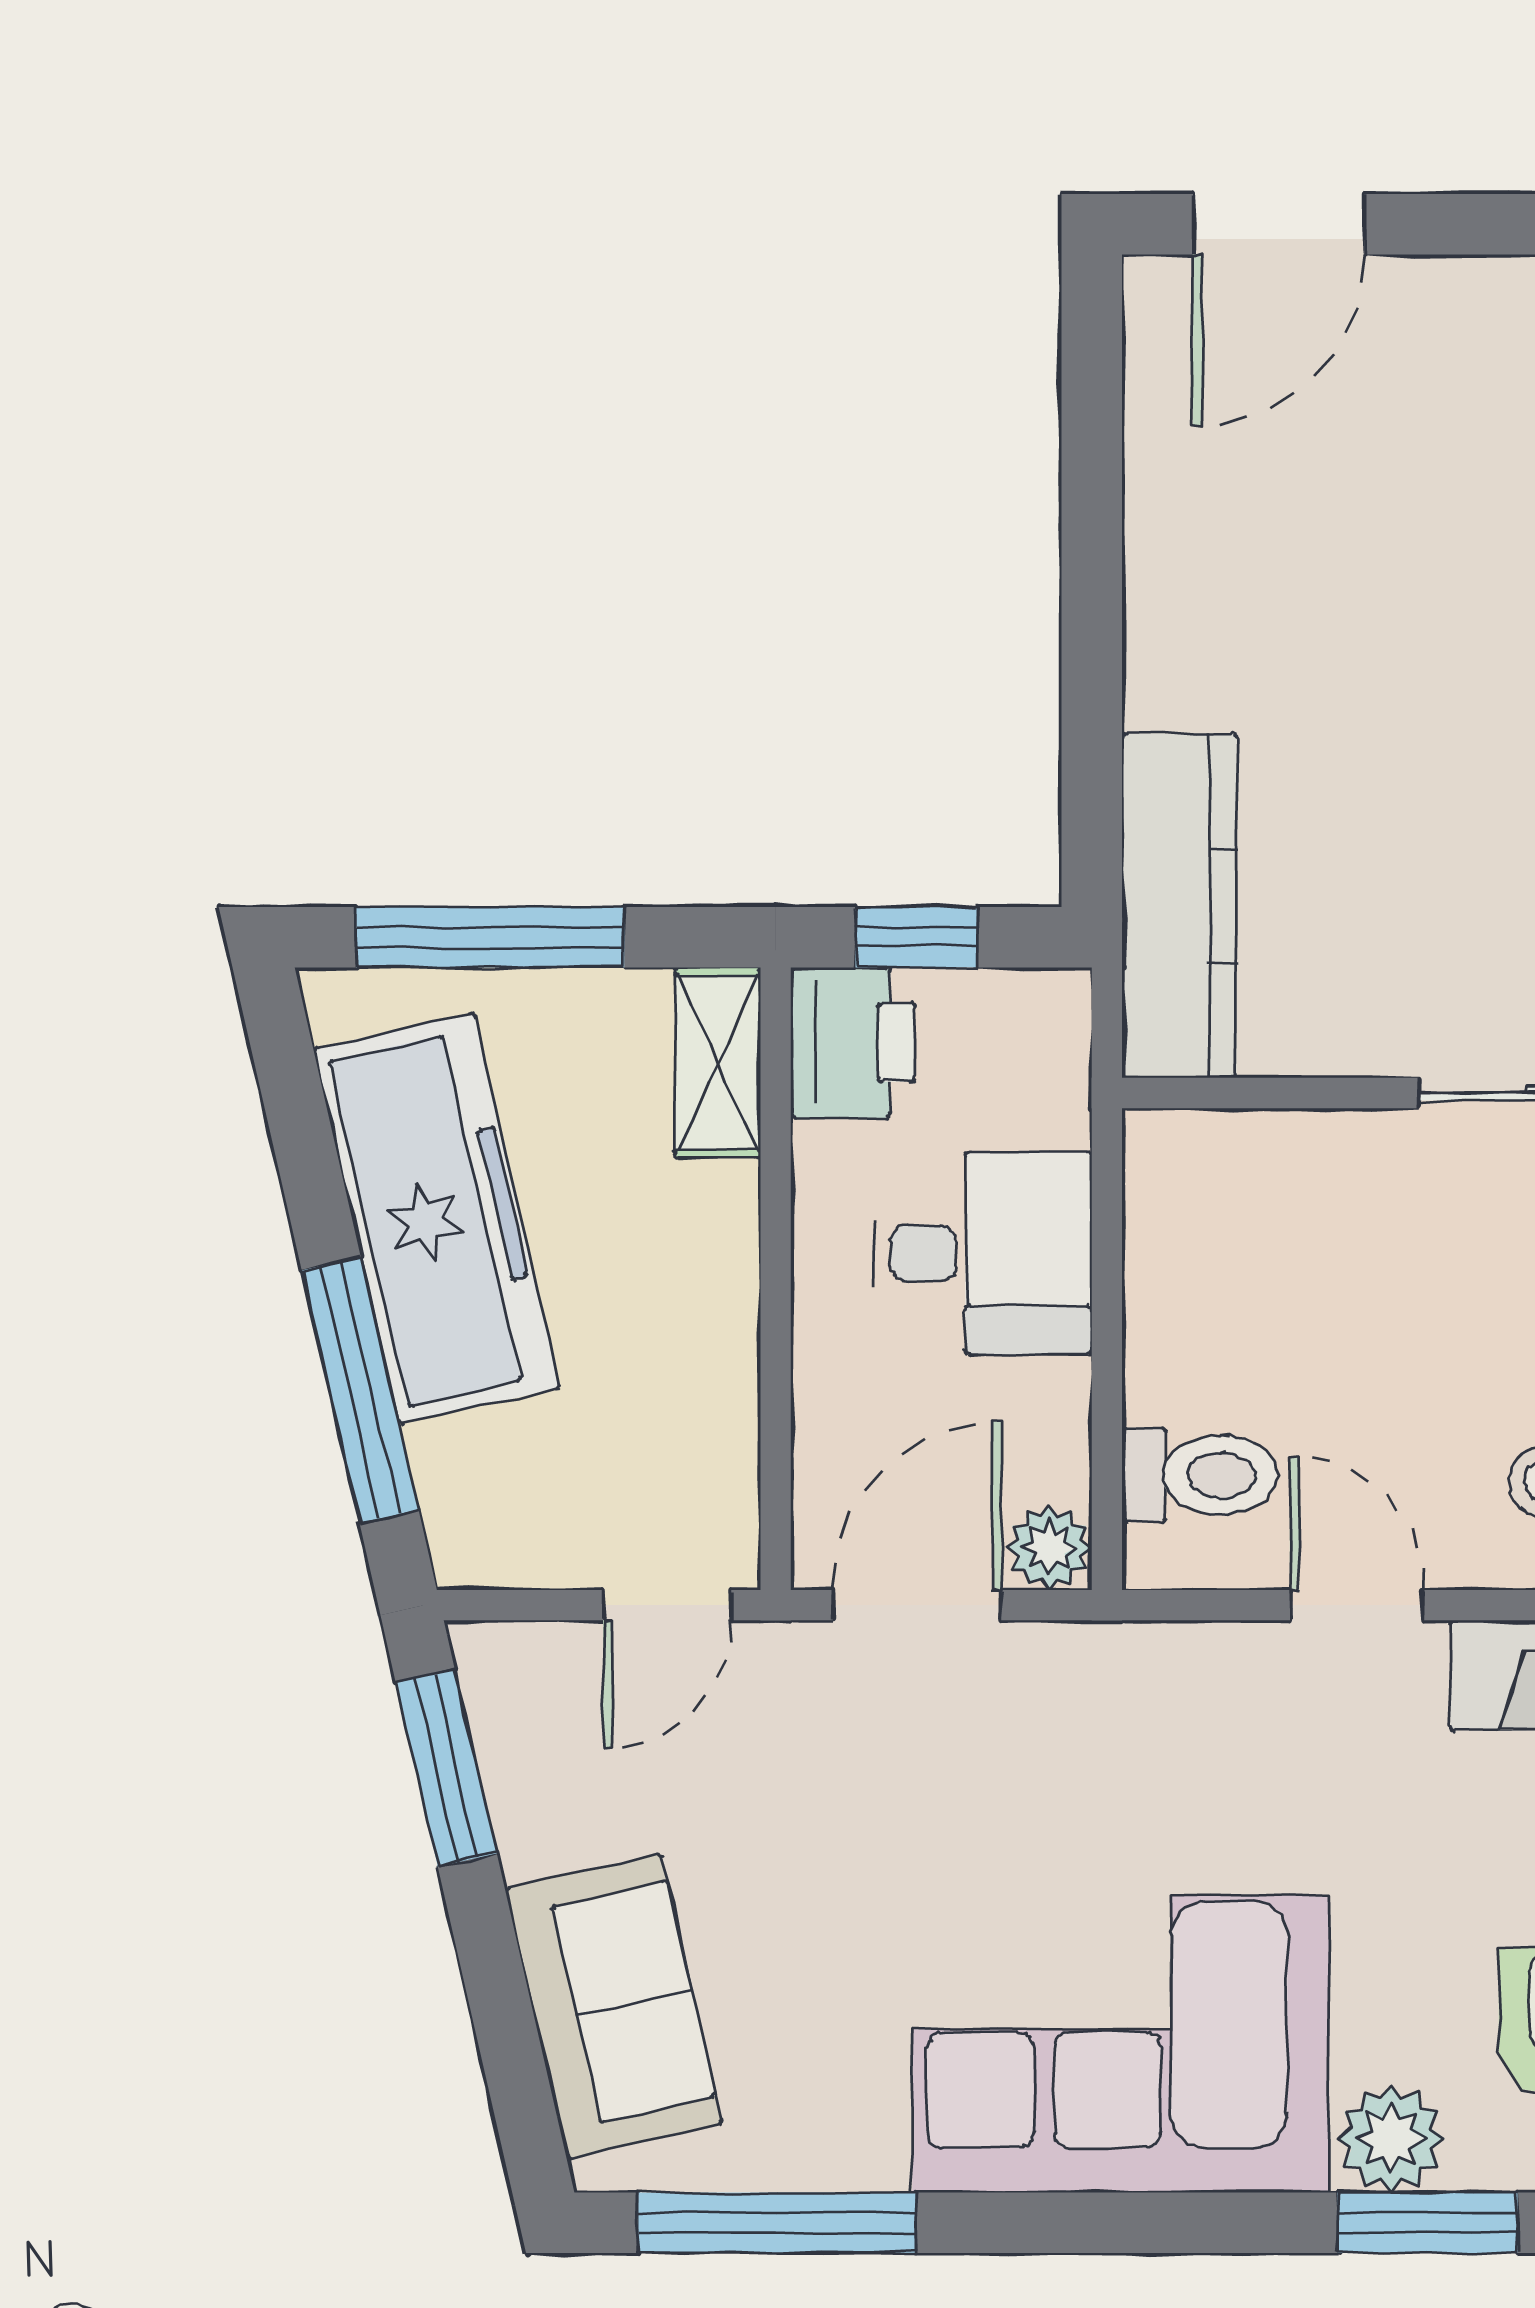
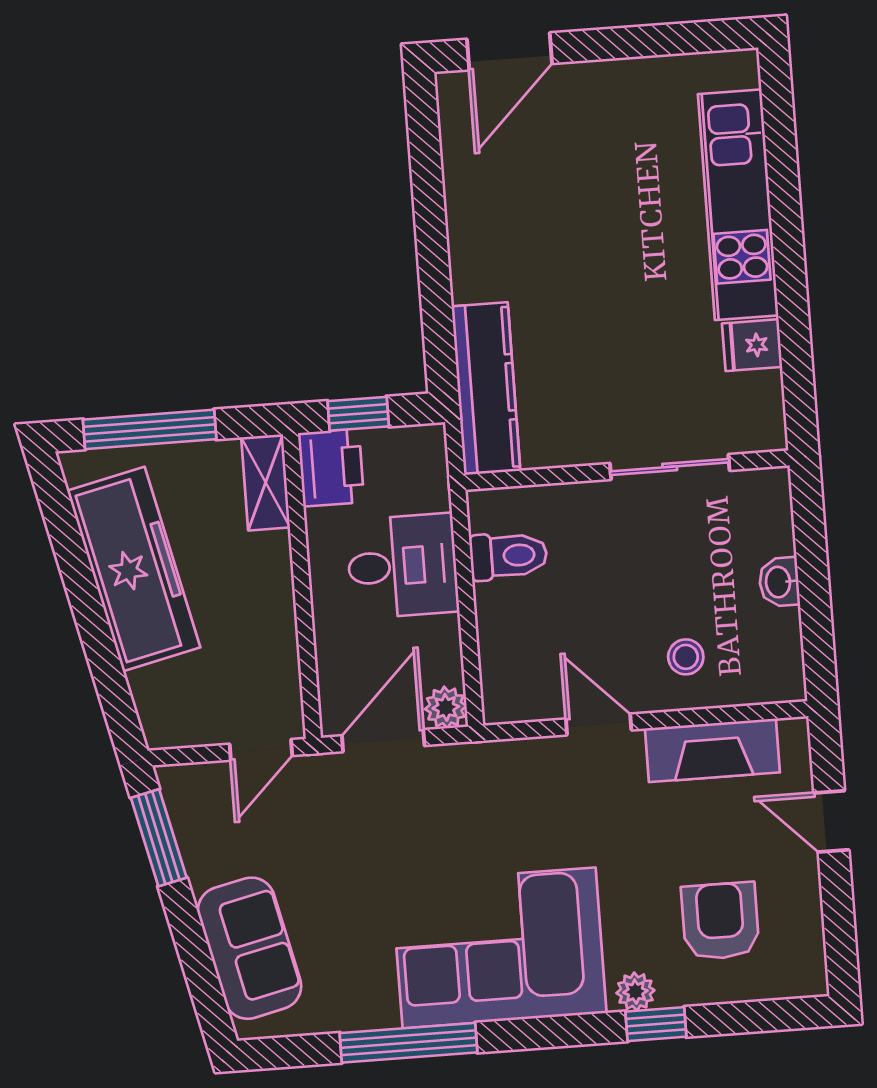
window: (360, 1390) -> (103, 656), removed
toilet: (1200, 1475) -> (508, 556), moved
plant: (1391, 2139) -> (635, 992), width x0.73, depth x0.73
window: (777, 2223) -> (409, 1043), moved
window: (1427, 2223) -> (656, 1024), width x0.67

